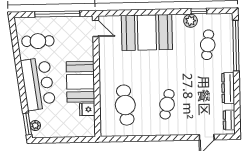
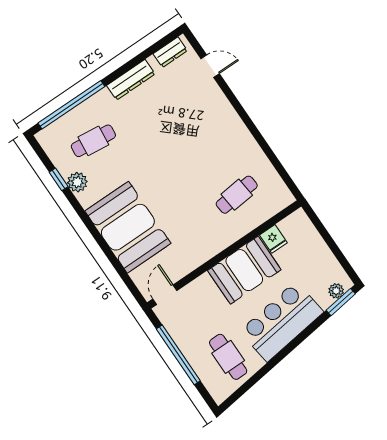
cafe table: (167, 104) -> (201, 143), removed
cafe table: (125, 105) -> (237, 195), width x0.73, depth x0.74

